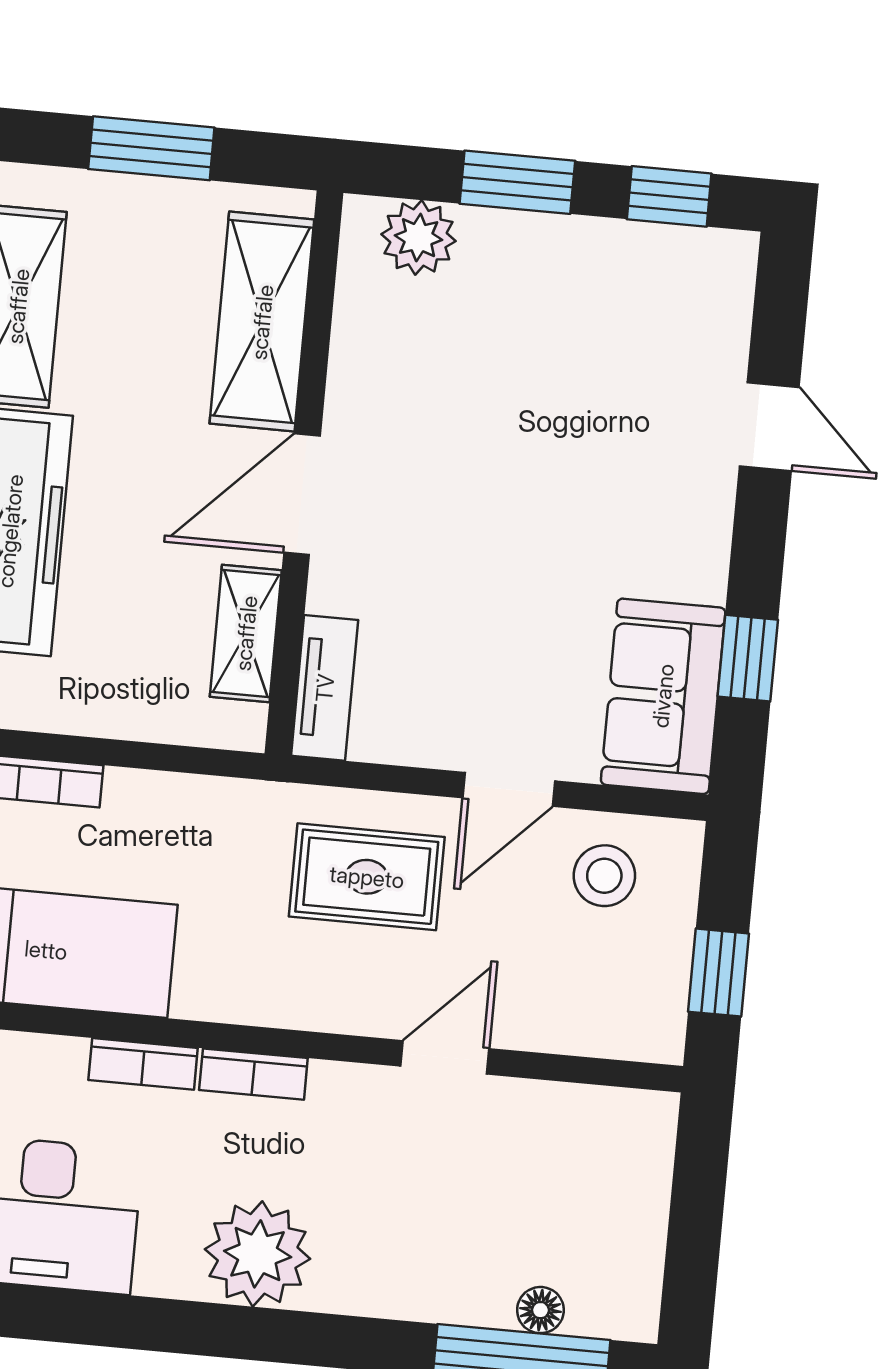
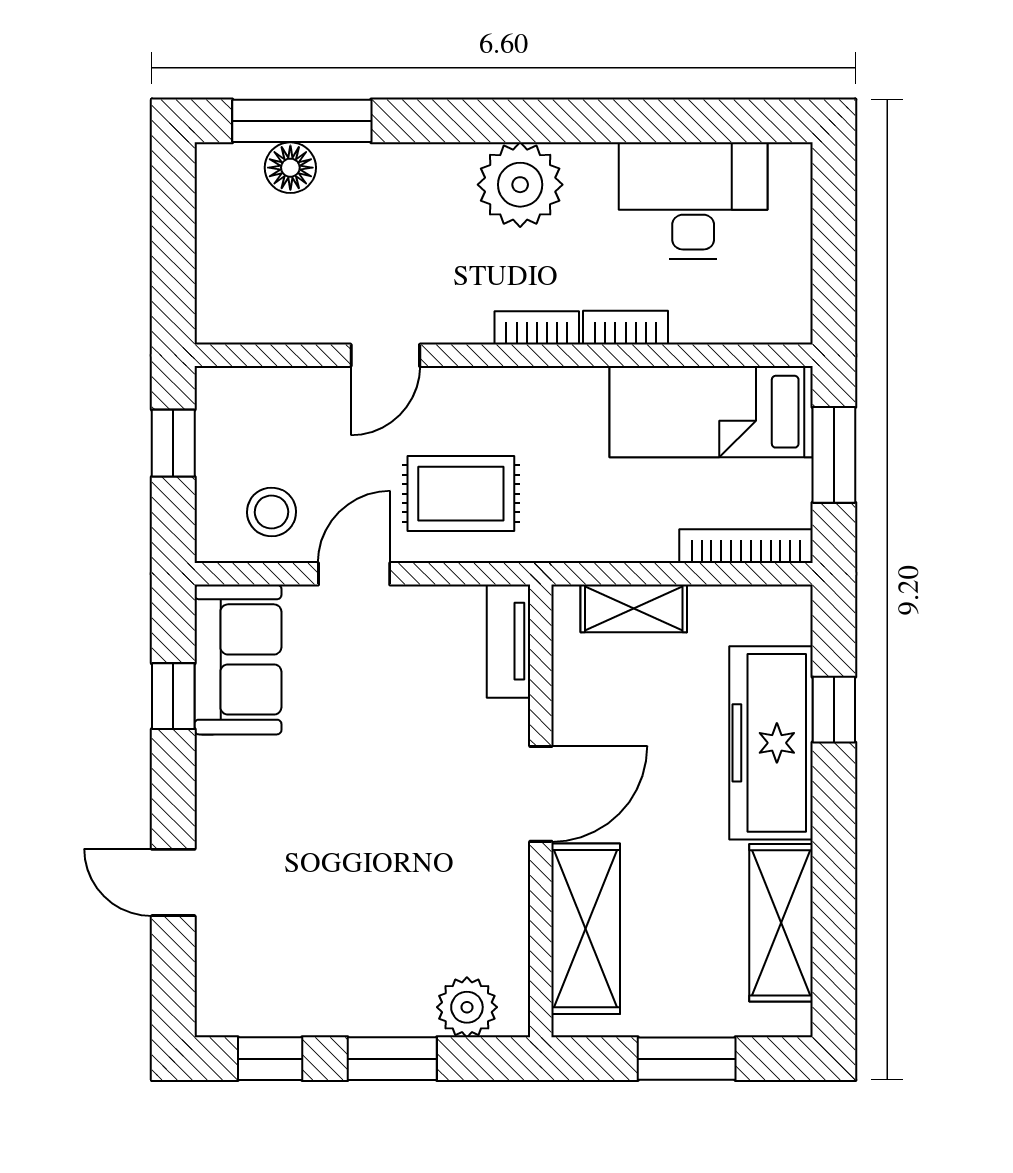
shelving: (246, 633) -> (634, 608), moved, turned 90
floor lamp: (540, 1310) -> (290, 168), width x1.37, depth x1.37

